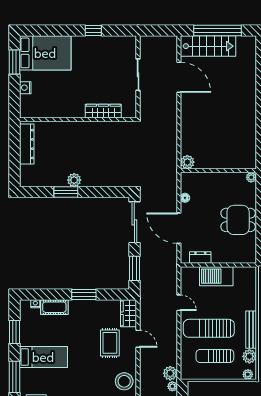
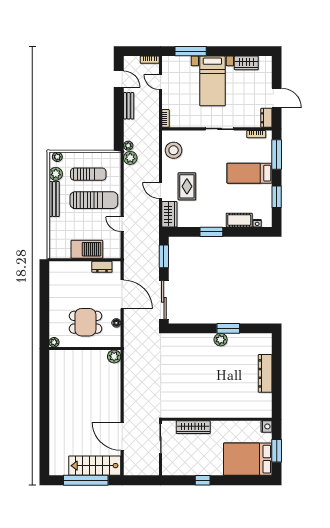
wardrobe: (103, 111) -> (193, 427), moved
wall: (78, 120) -> (217, 419), moved
dining table: (238, 220) -> (85, 322), moved

